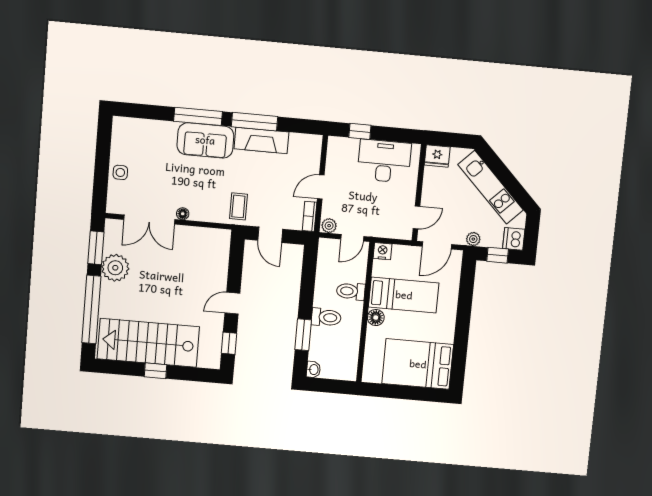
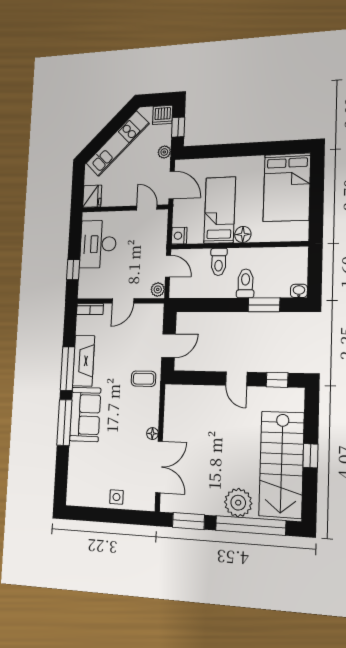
door: (321, 187) -> (123, 301), hinge flipped
bookcase: (310, 216) -> (90, 309), moved
plant: (115, 268) -> (238, 503), moved

